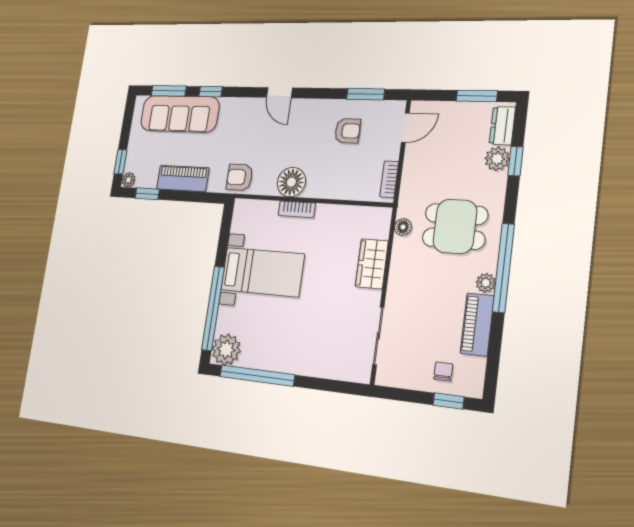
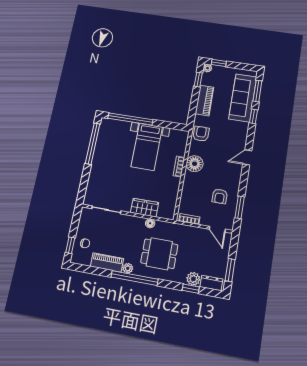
dining table: (455, 226) -> (159, 254), turned 90
floor lamp: (403, 227) -> (150, 223), moved
plant: (226, 349) -> (108, 127), removed

